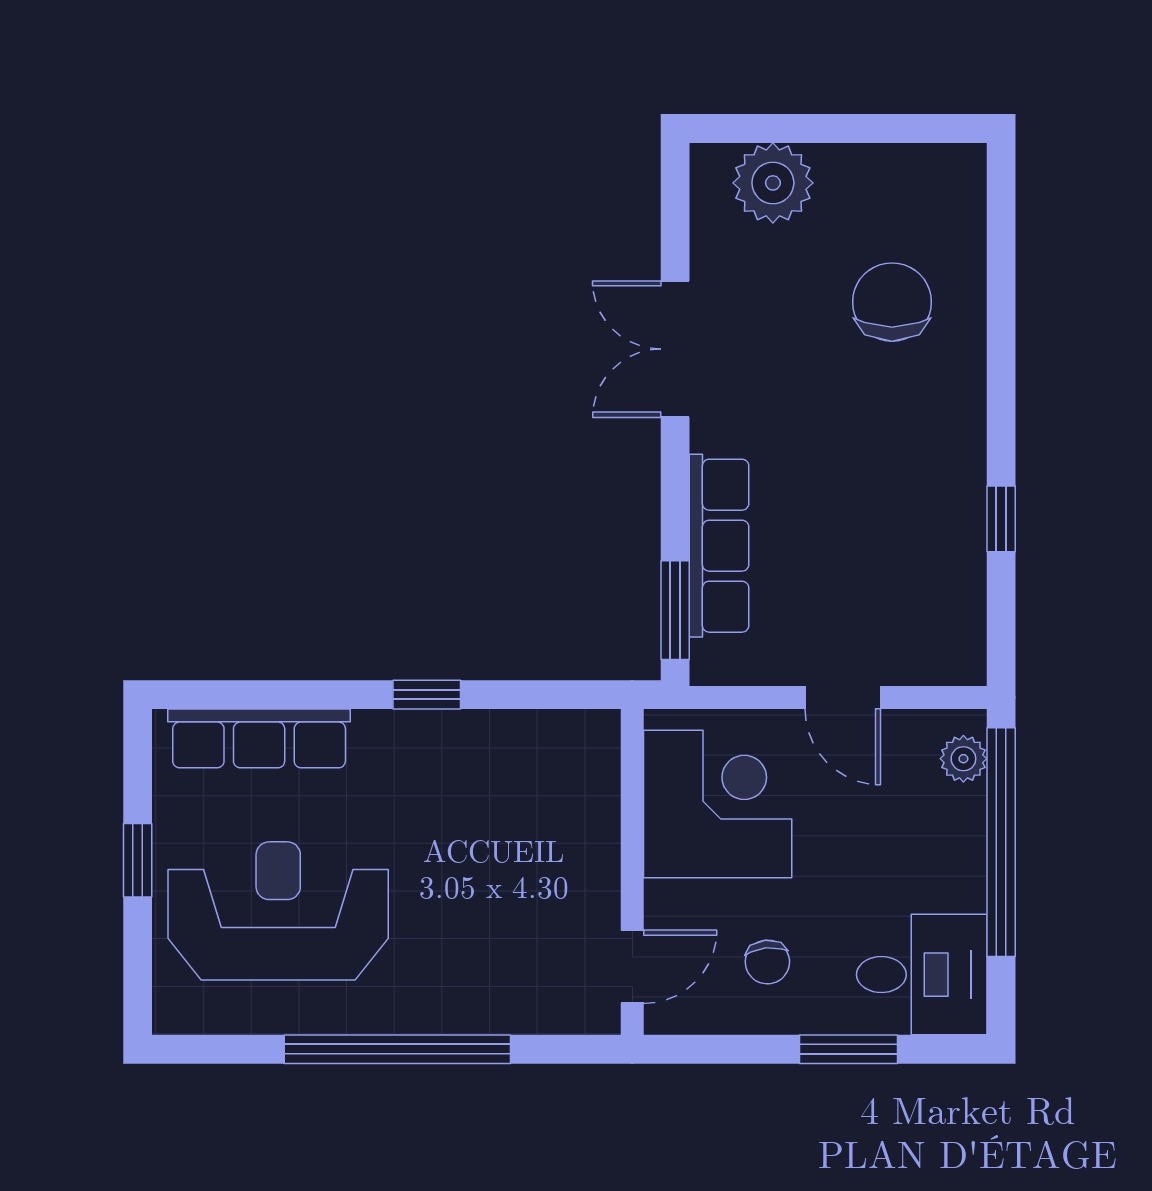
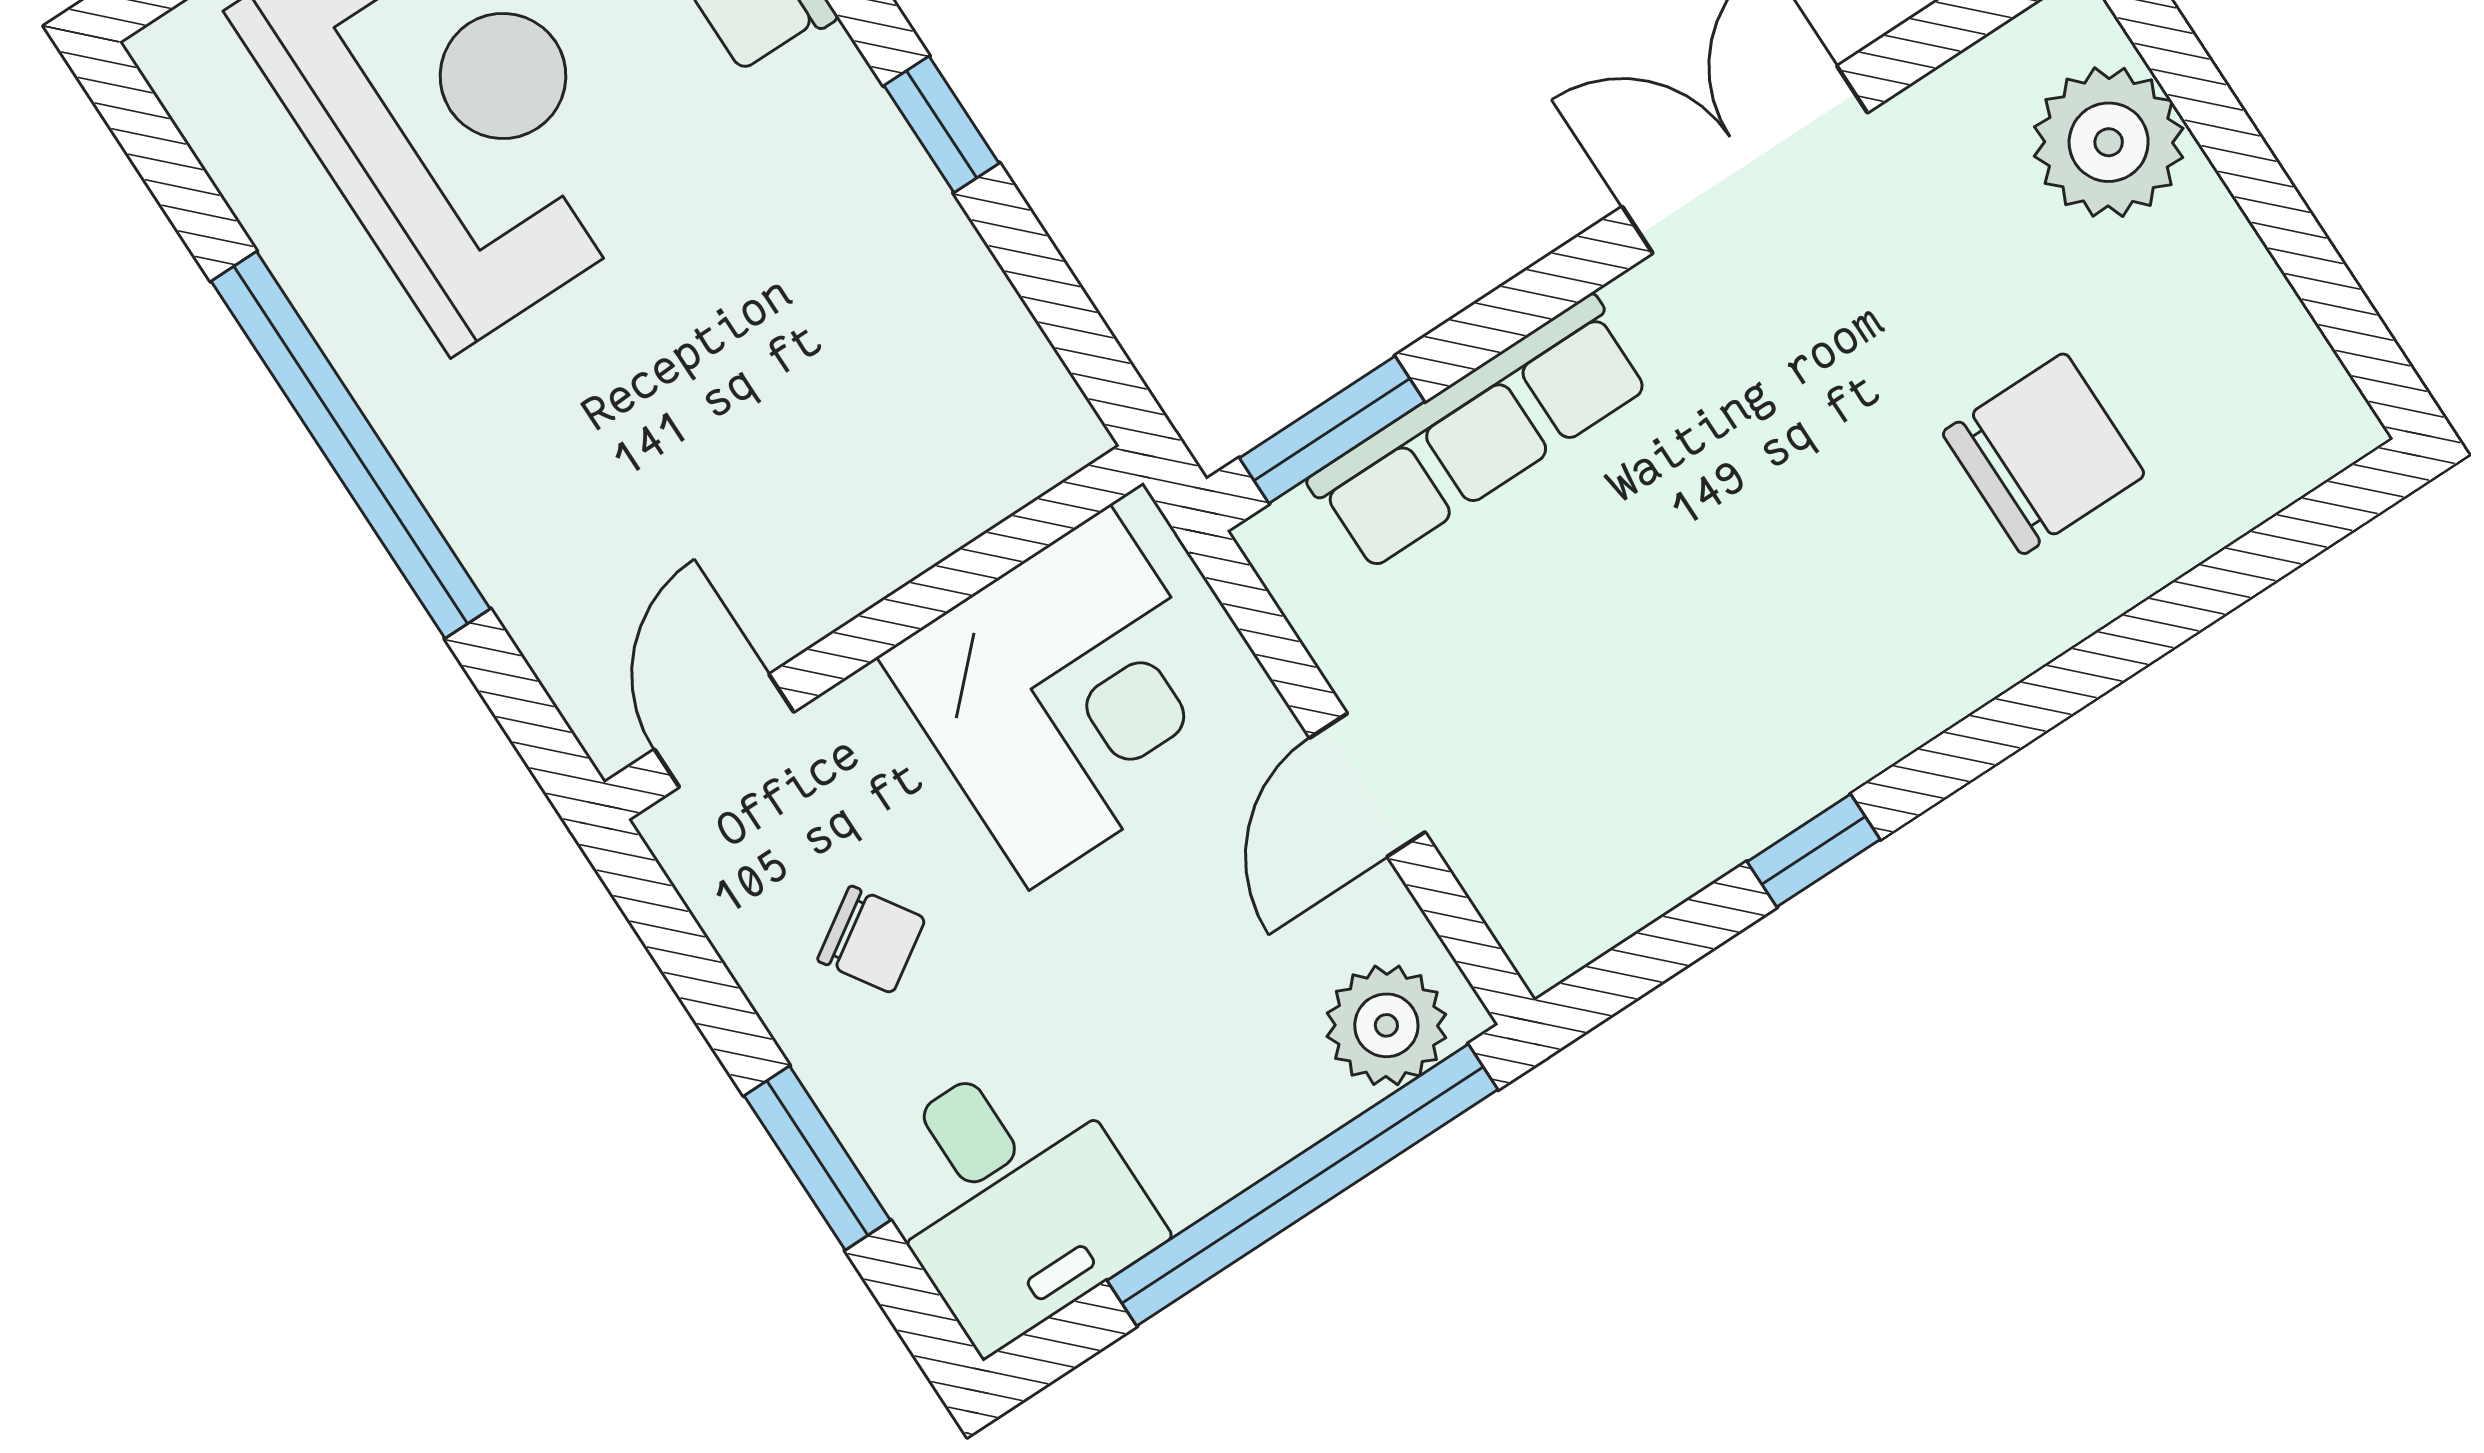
plant: (963, 759) -> (1386, 1025), width x1.38, depth x1.38
chair: (767, 962) -> (871, 939), turned -117
door: (632, 967) -> (724, 731), swing flipped

